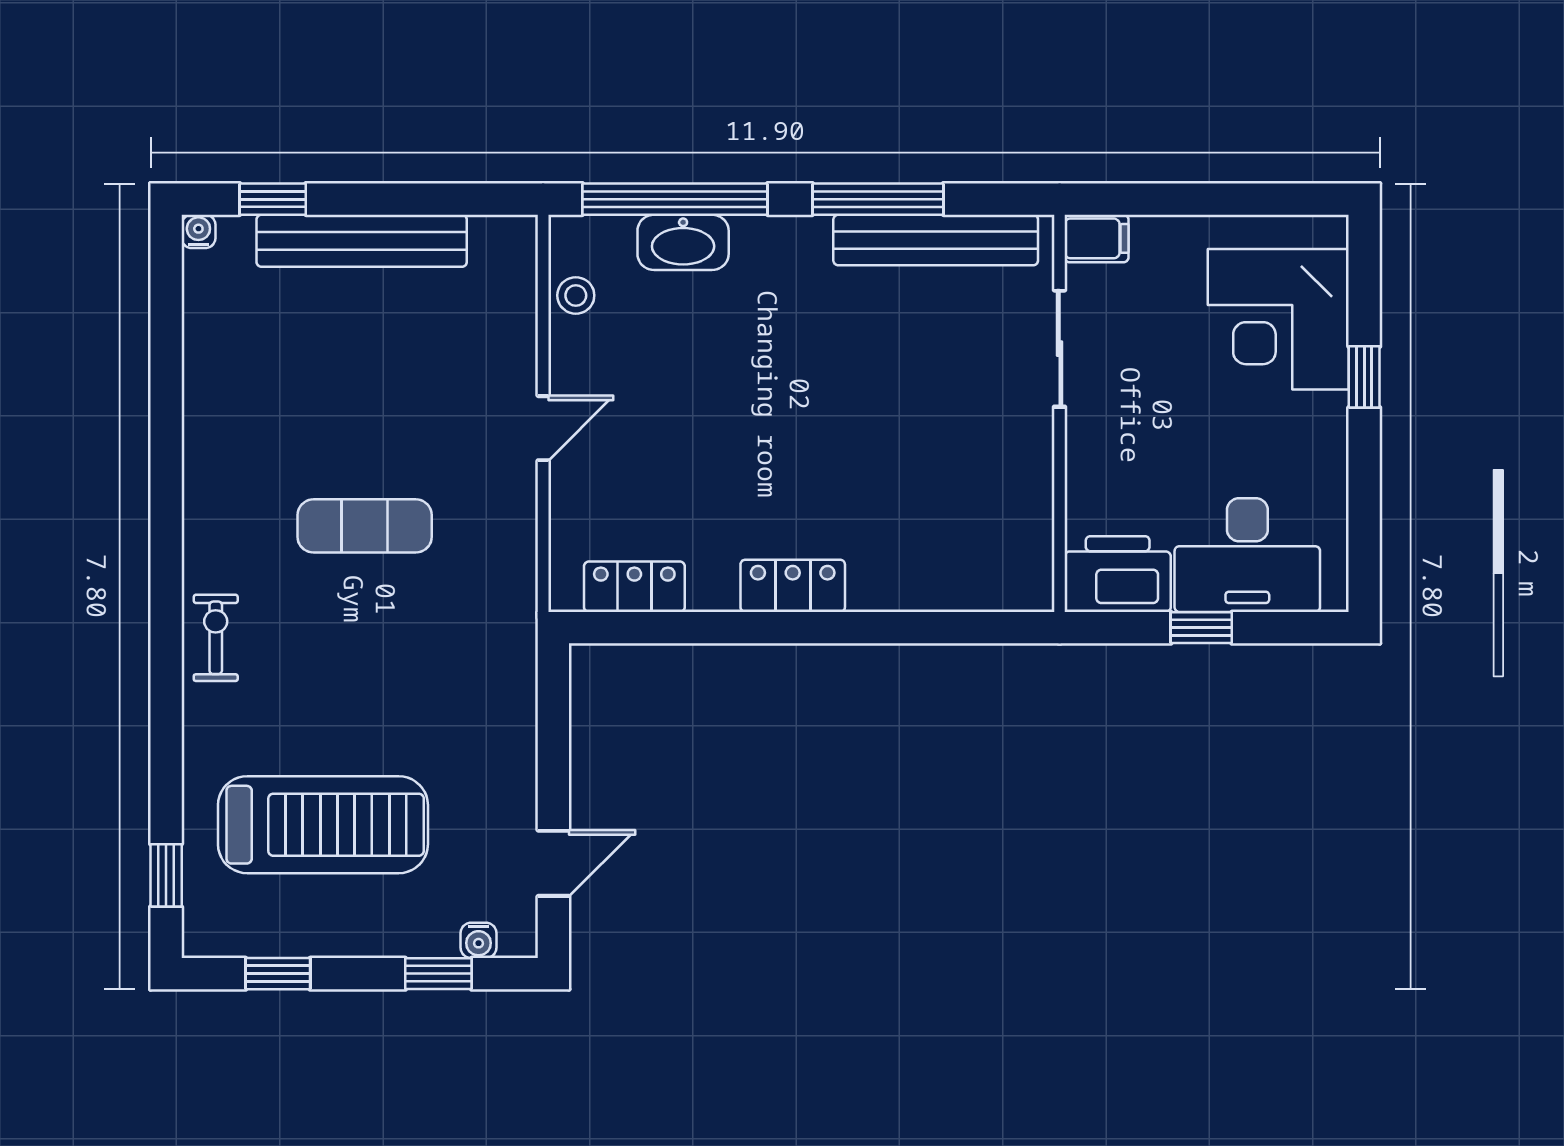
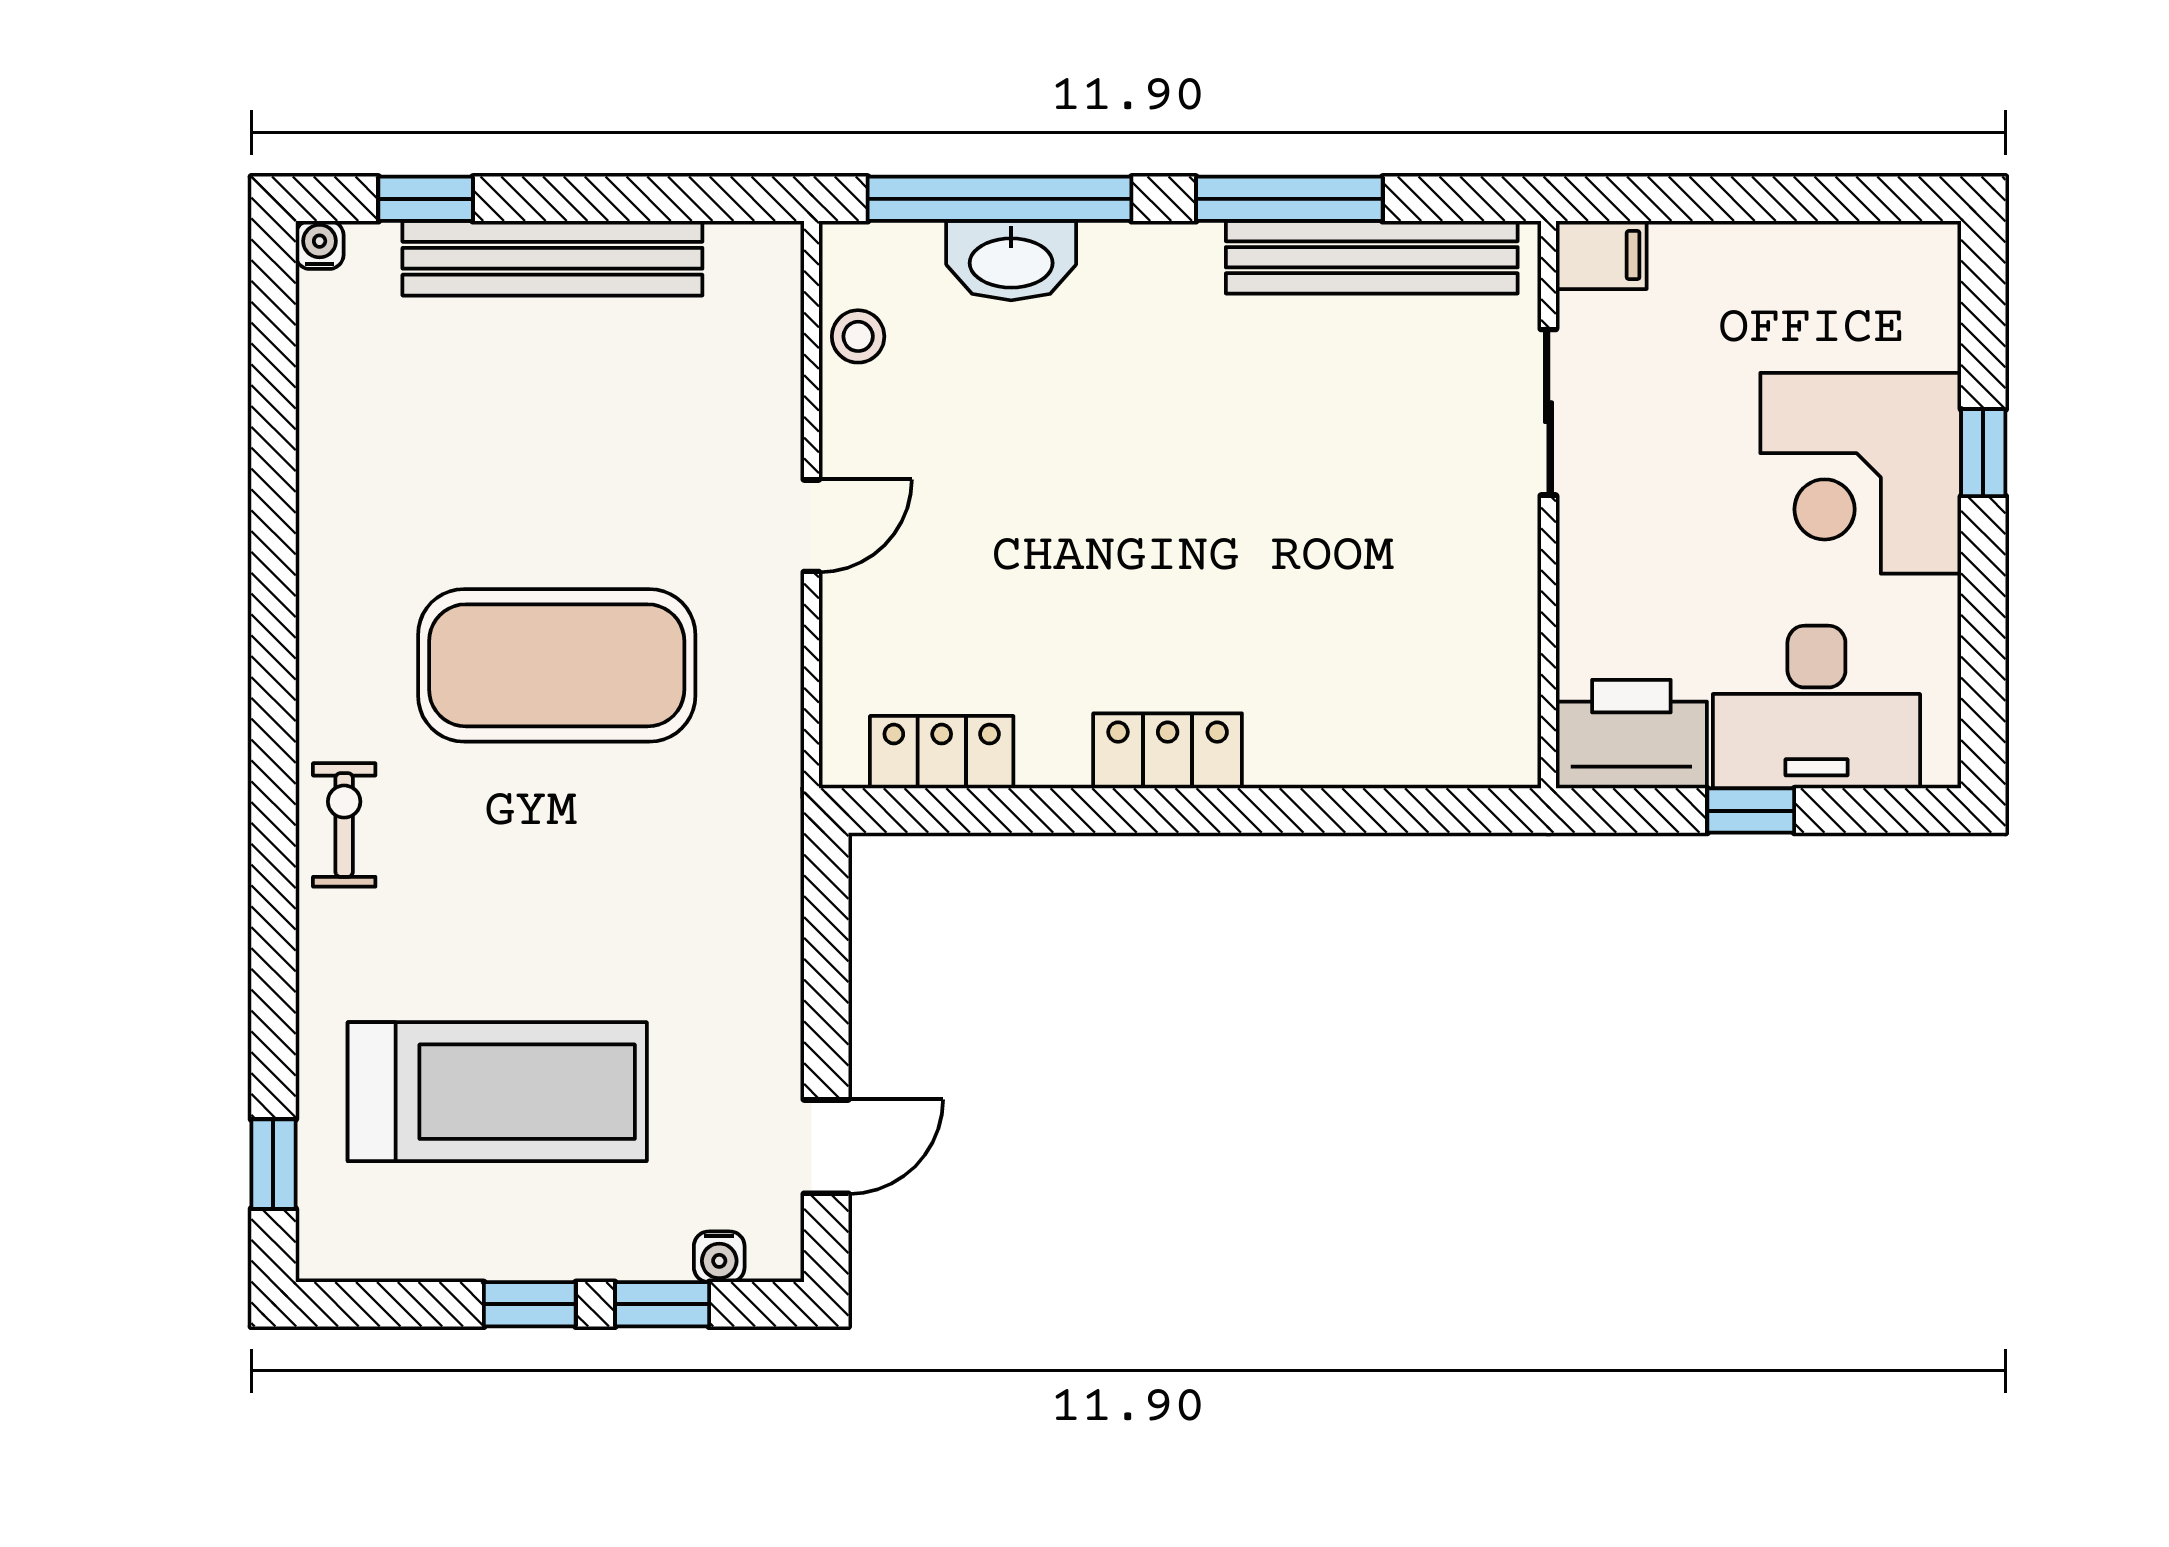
corner desk: (1278, 319) -> (1861, 473), moved
exercise mat: (365, 526) -> (557, 665), width x2.00, depth x1.45
window: (278, 974) -> (530, 1304), moved

